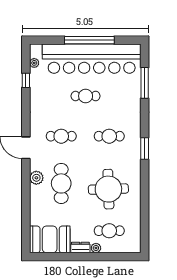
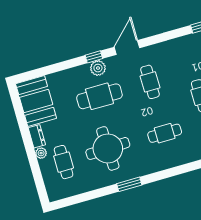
cafe table: (109, 136) -> (165, 133), turned 90
window: (145, 149) -> (129, 184), moved
window: (26, 179) -> (94, 57), added

